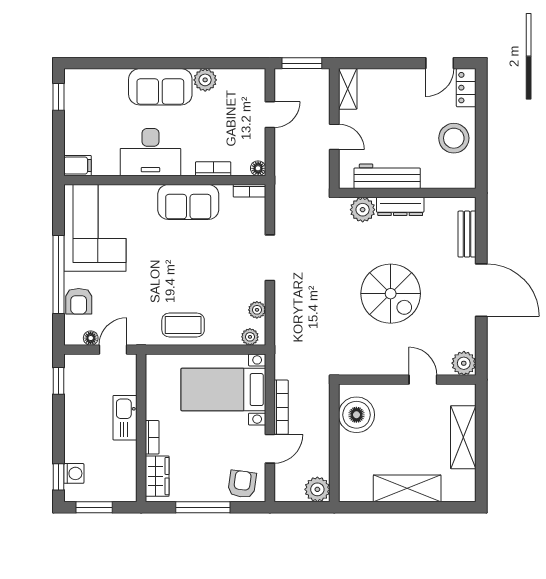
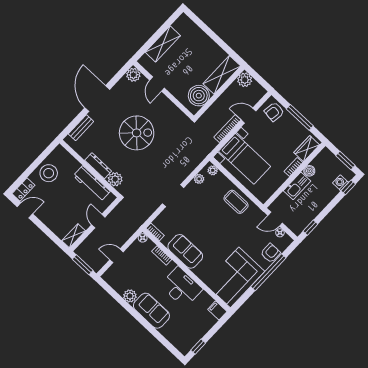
spiral stairs: (391, 294) -> (137, 133), turned 90
boiler: (127, 451) -> (309, 171), added
shelving: (407, 488) -> (222, 75), moved, turned 90

